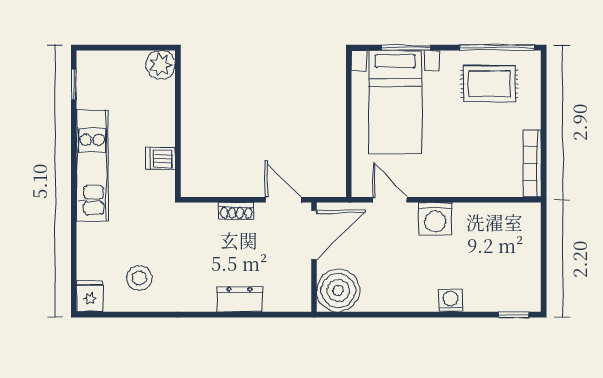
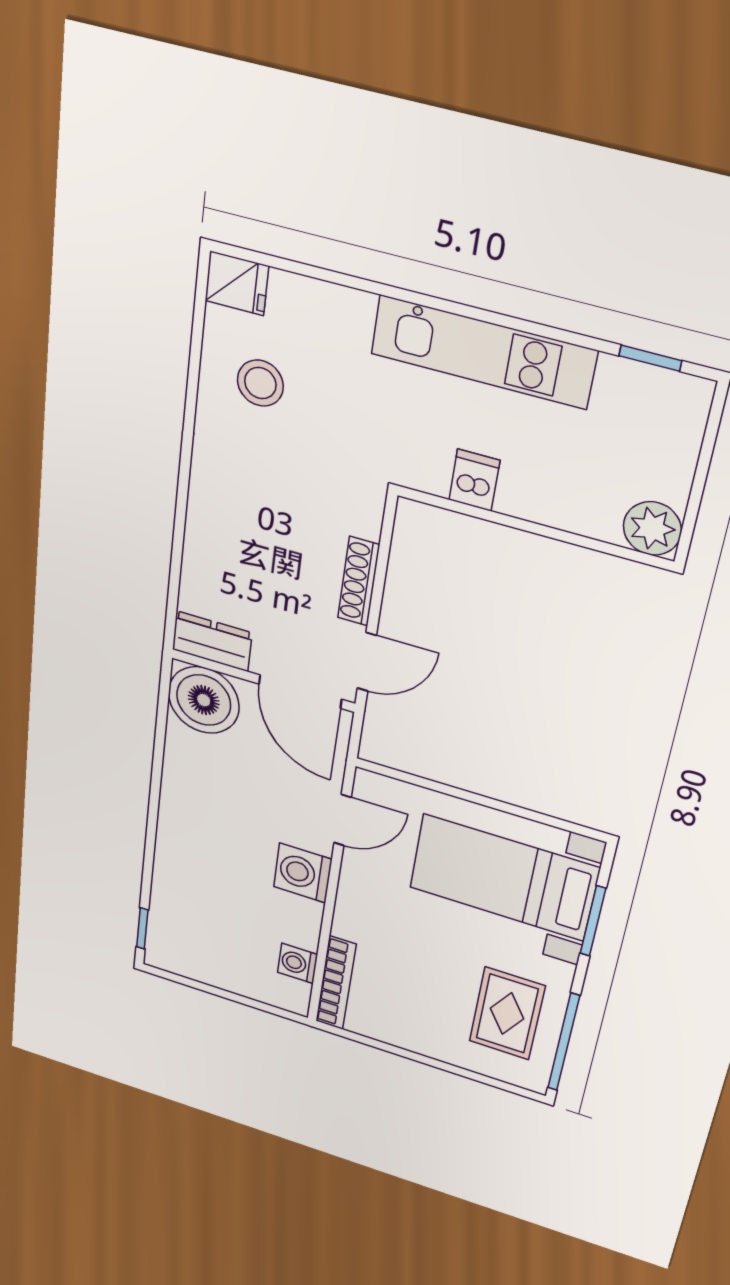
bookcase: (532, 164) -> (336, 983), moved, turned 90
shoe rack: (236, 211) -> (359, 581), width x1.43
dresser: (239, 299) -> (212, 641), moved, turned -90
washing machine: (451, 300) -> (297, 963), moved, turned 180

